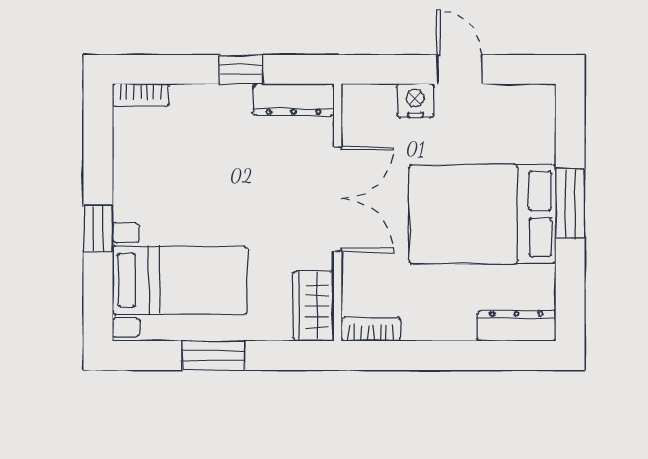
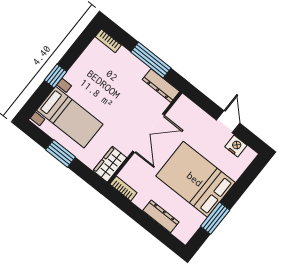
window: (241, 69) -> (151, 60), width x2.17
nightstand: (415, 101) -> (236, 146), moved
window: (570, 203) -> (215, 218), moved
dresser: (516, 326) -> (161, 216), moved

